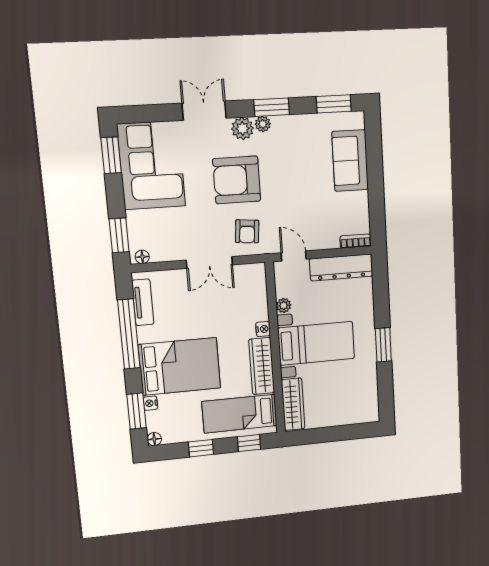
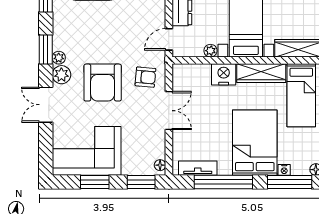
window: (111, 155) -> (95, 182), moved
nightstand: (263, 329) -> (224, 74), width x1.89, depth x1.79
window: (136, 411) -> (290, 182), width x1.44

